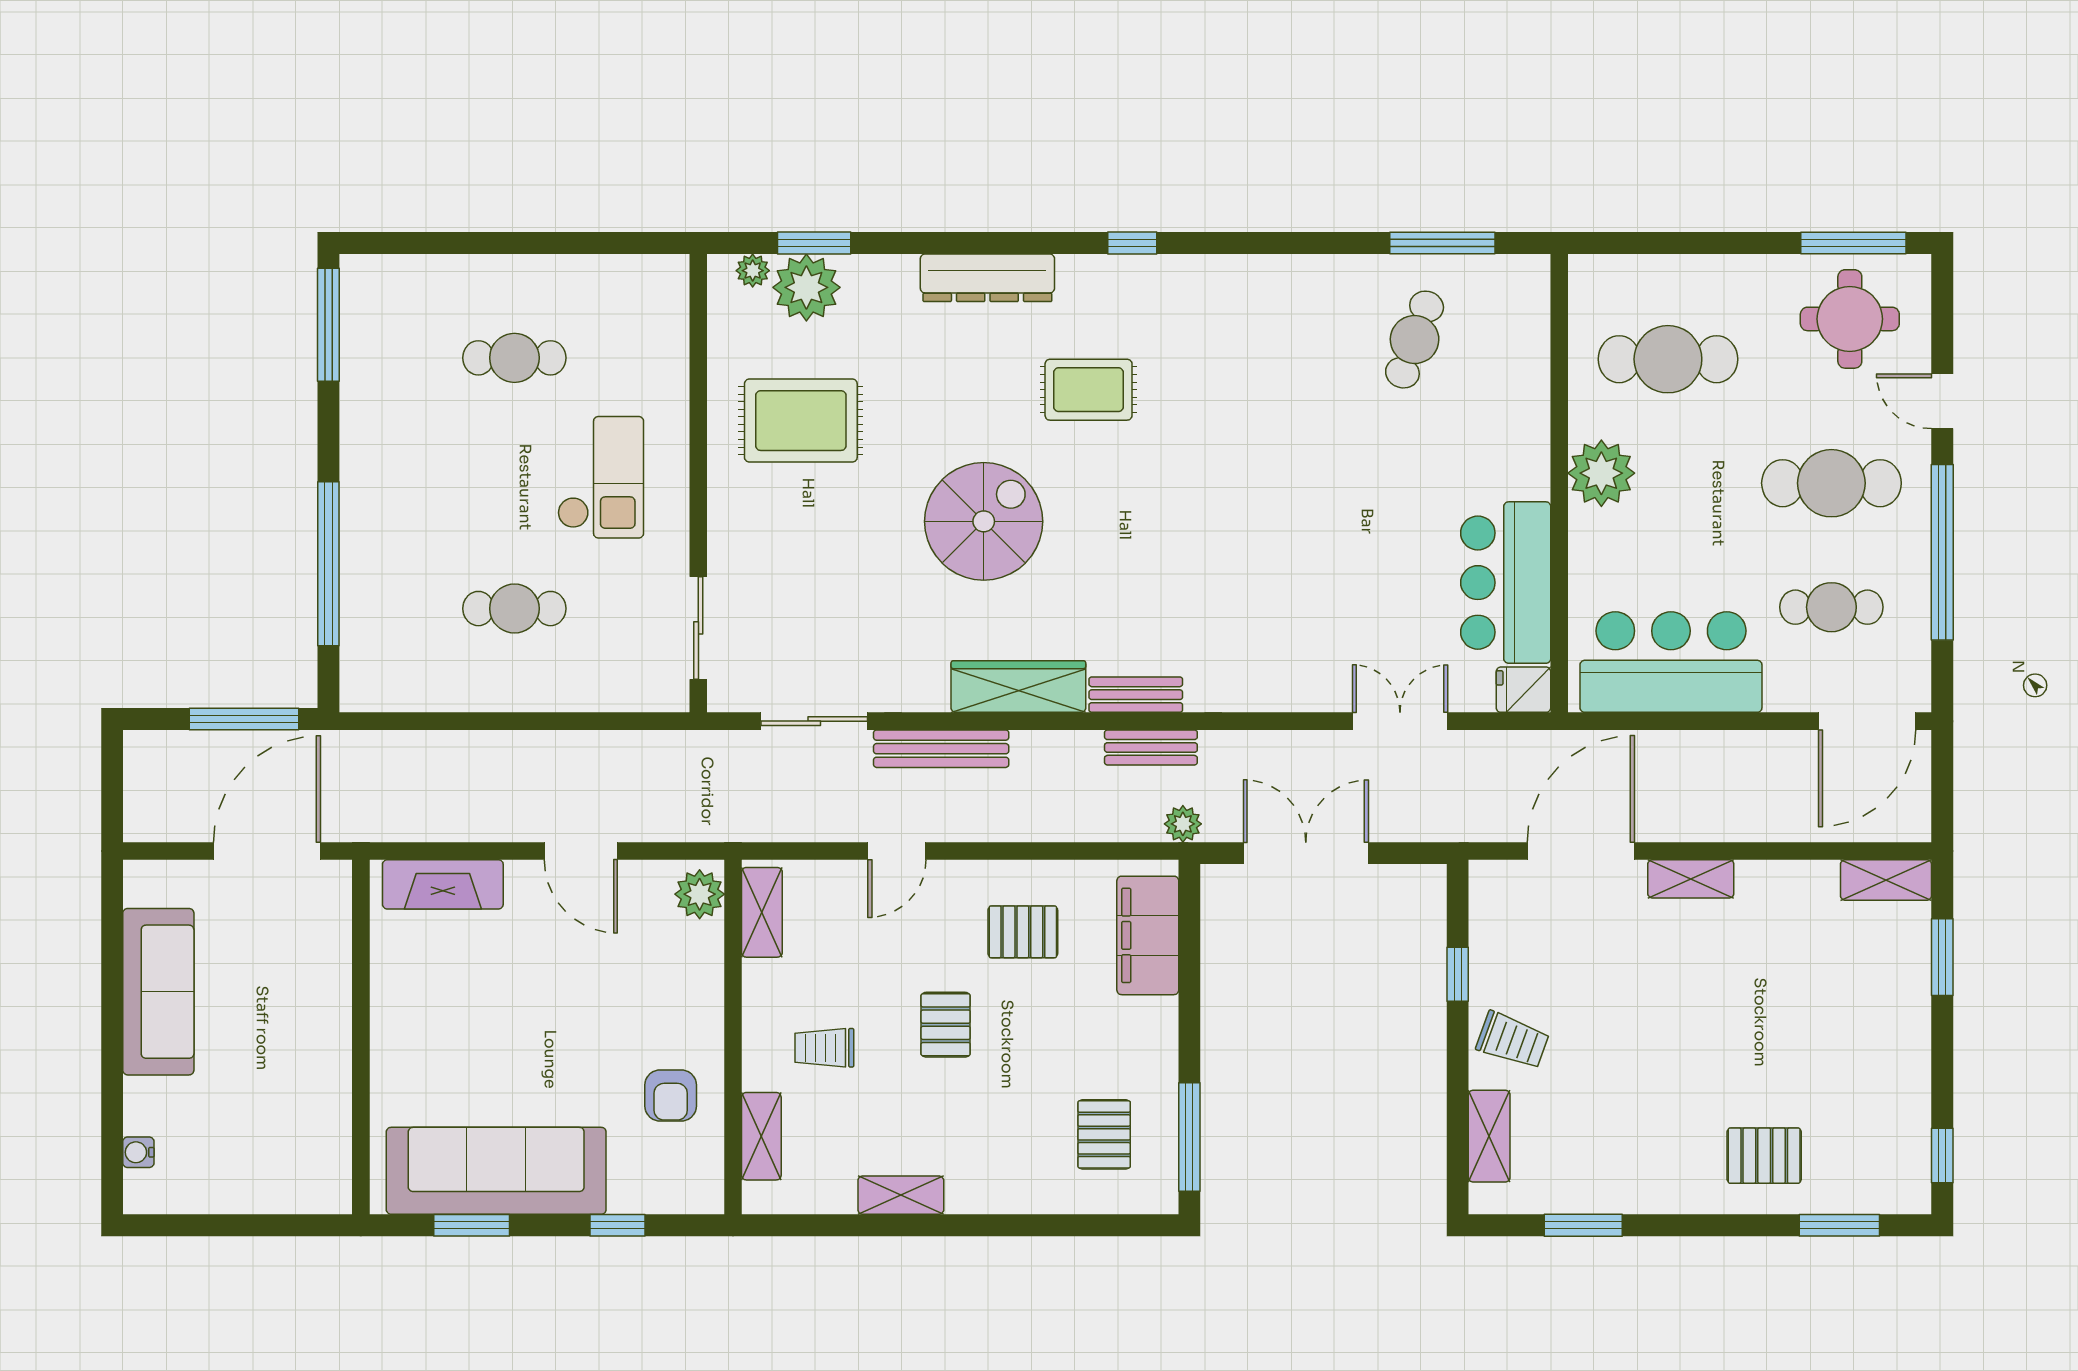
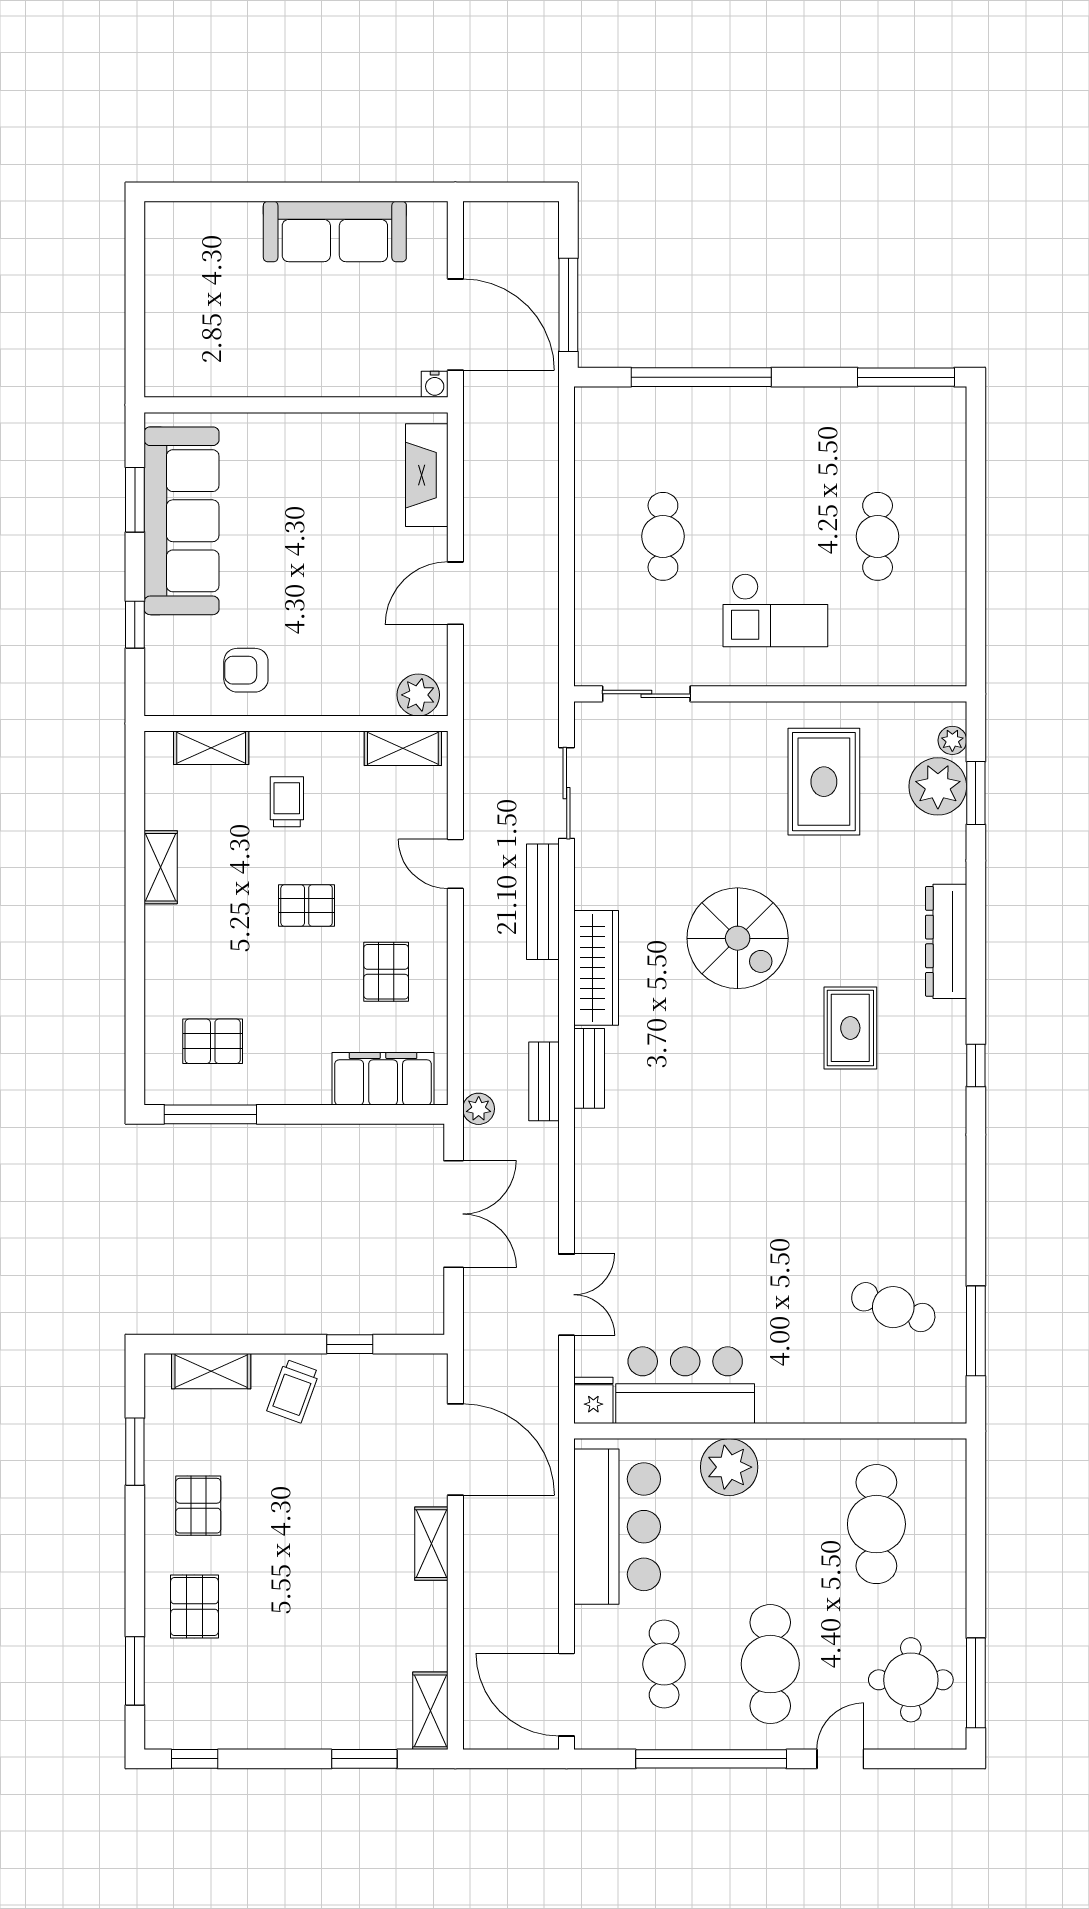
plant: (1601, 473) -> (729, 1467), moved
pallet: (1646, 1151) -> (198, 1506), added
water cooler: (138, 1152) -> (435, 384), moved, turned 180

